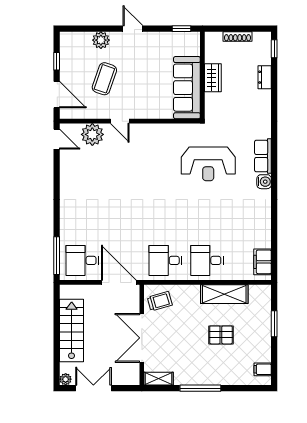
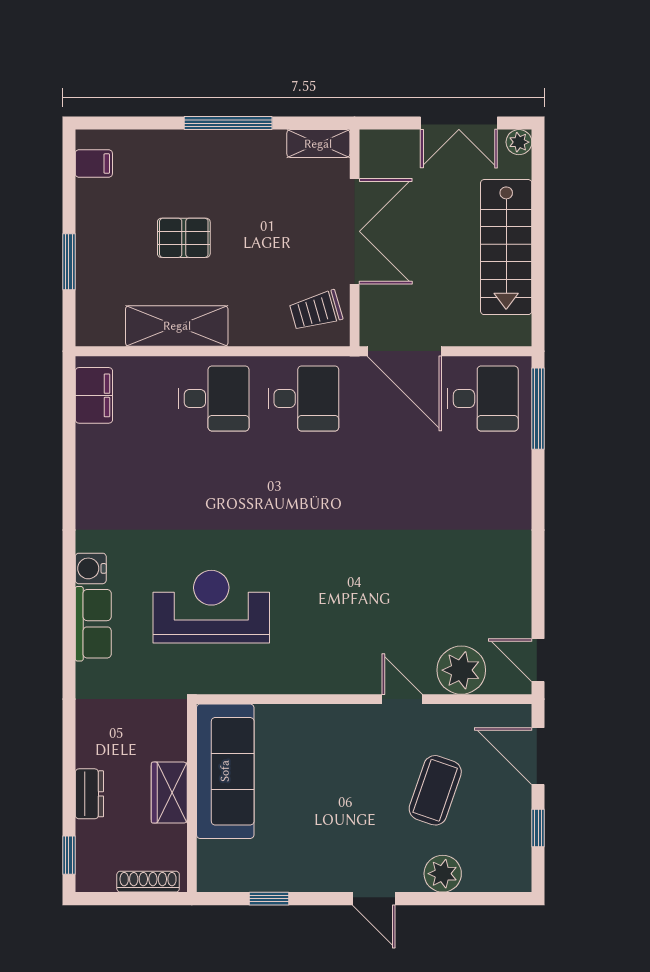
wall: (202, 75) -> (192, 798), moved
wardrobe: (213, 78) -> (169, 793), moved
sofa: (187, 88) -> (225, 771), moved

